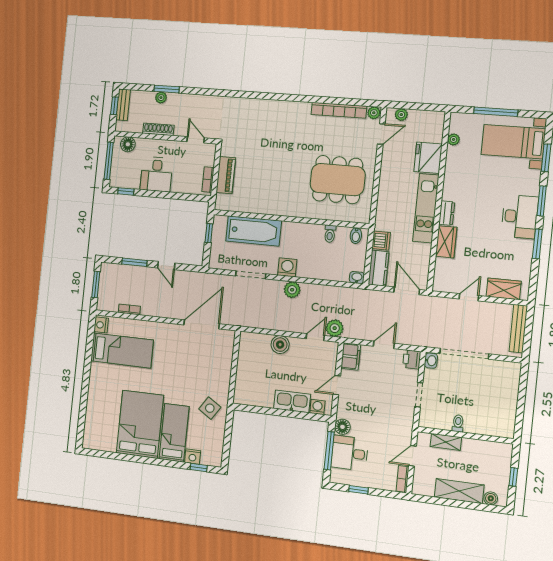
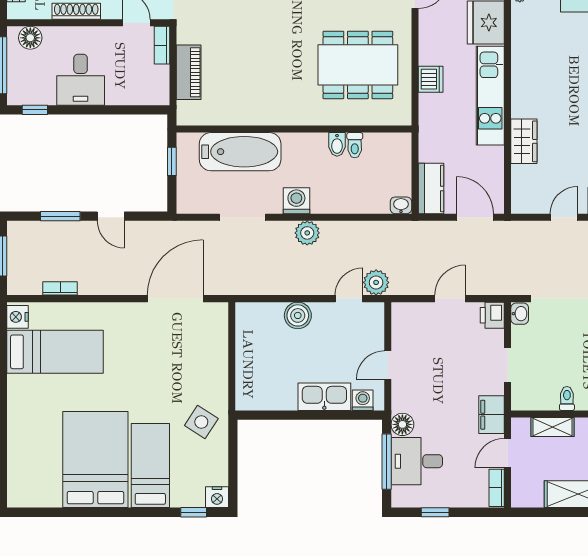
bookcase: (208, 180) -> (162, 45), moved
dresser: (447, 213) -> (521, 100), removed
bidet: (356, 236) -> (337, 144), moved
dishwasher: (381, 241) -> (431, 79), moved
filing cabinet: (351, 356) -> (492, 415), moved, turned 180
nightstand: (193, 457) -> (217, 497), moved

